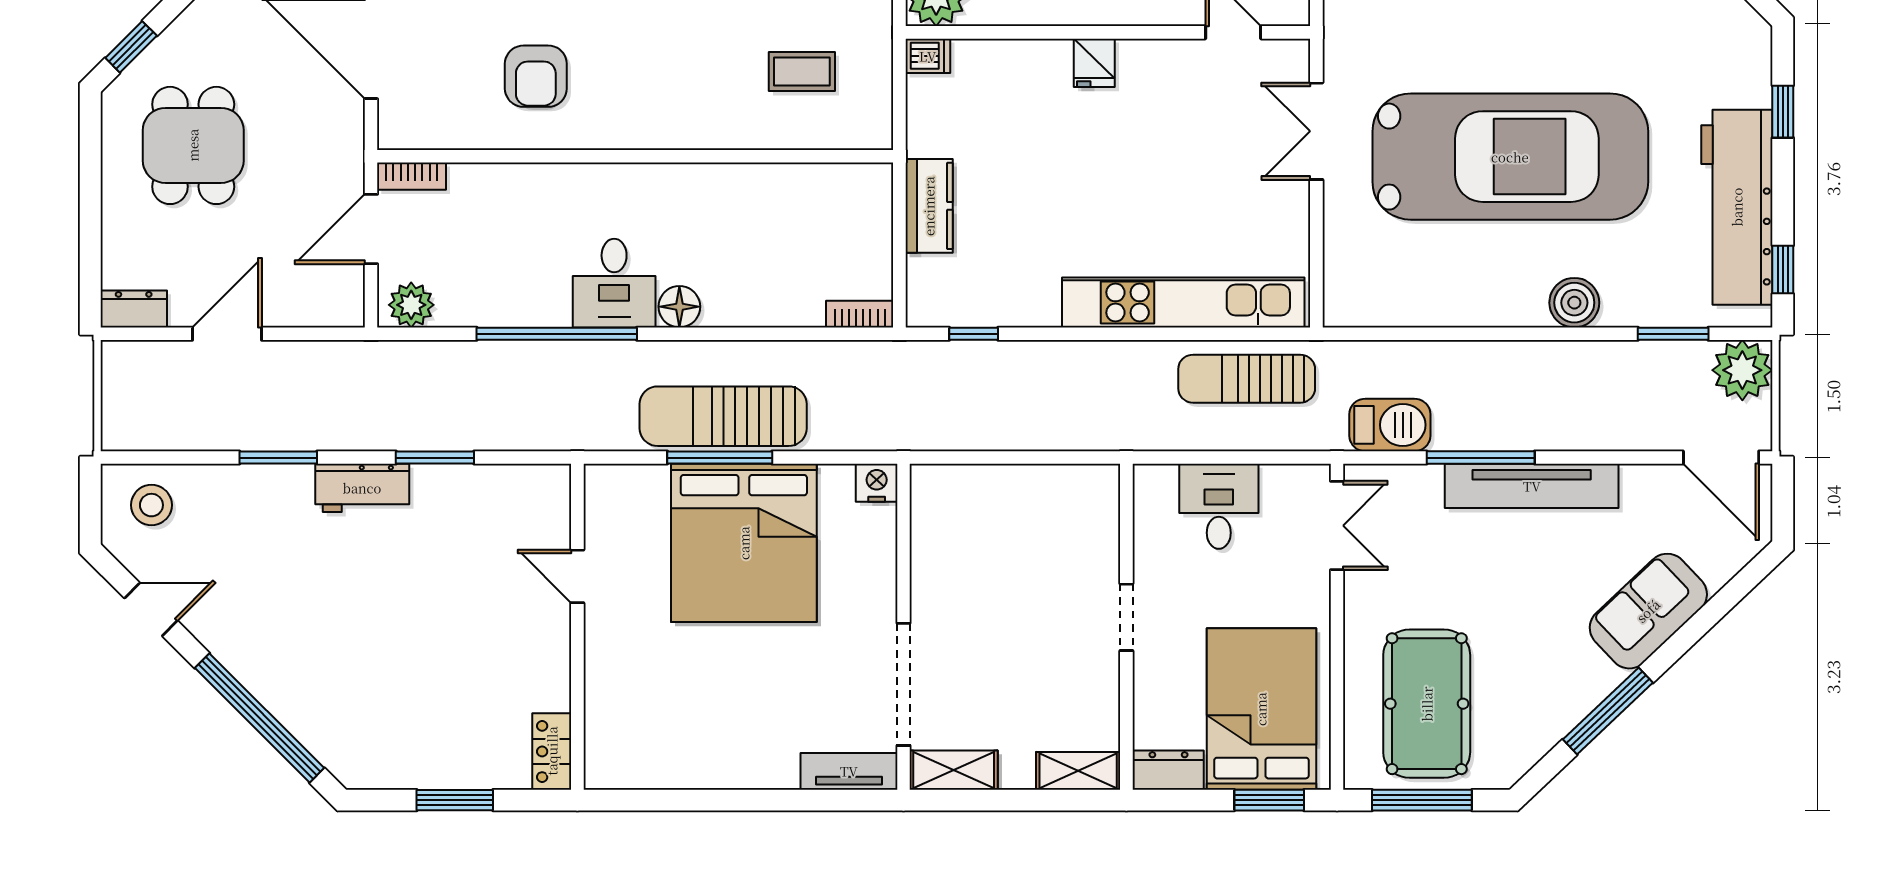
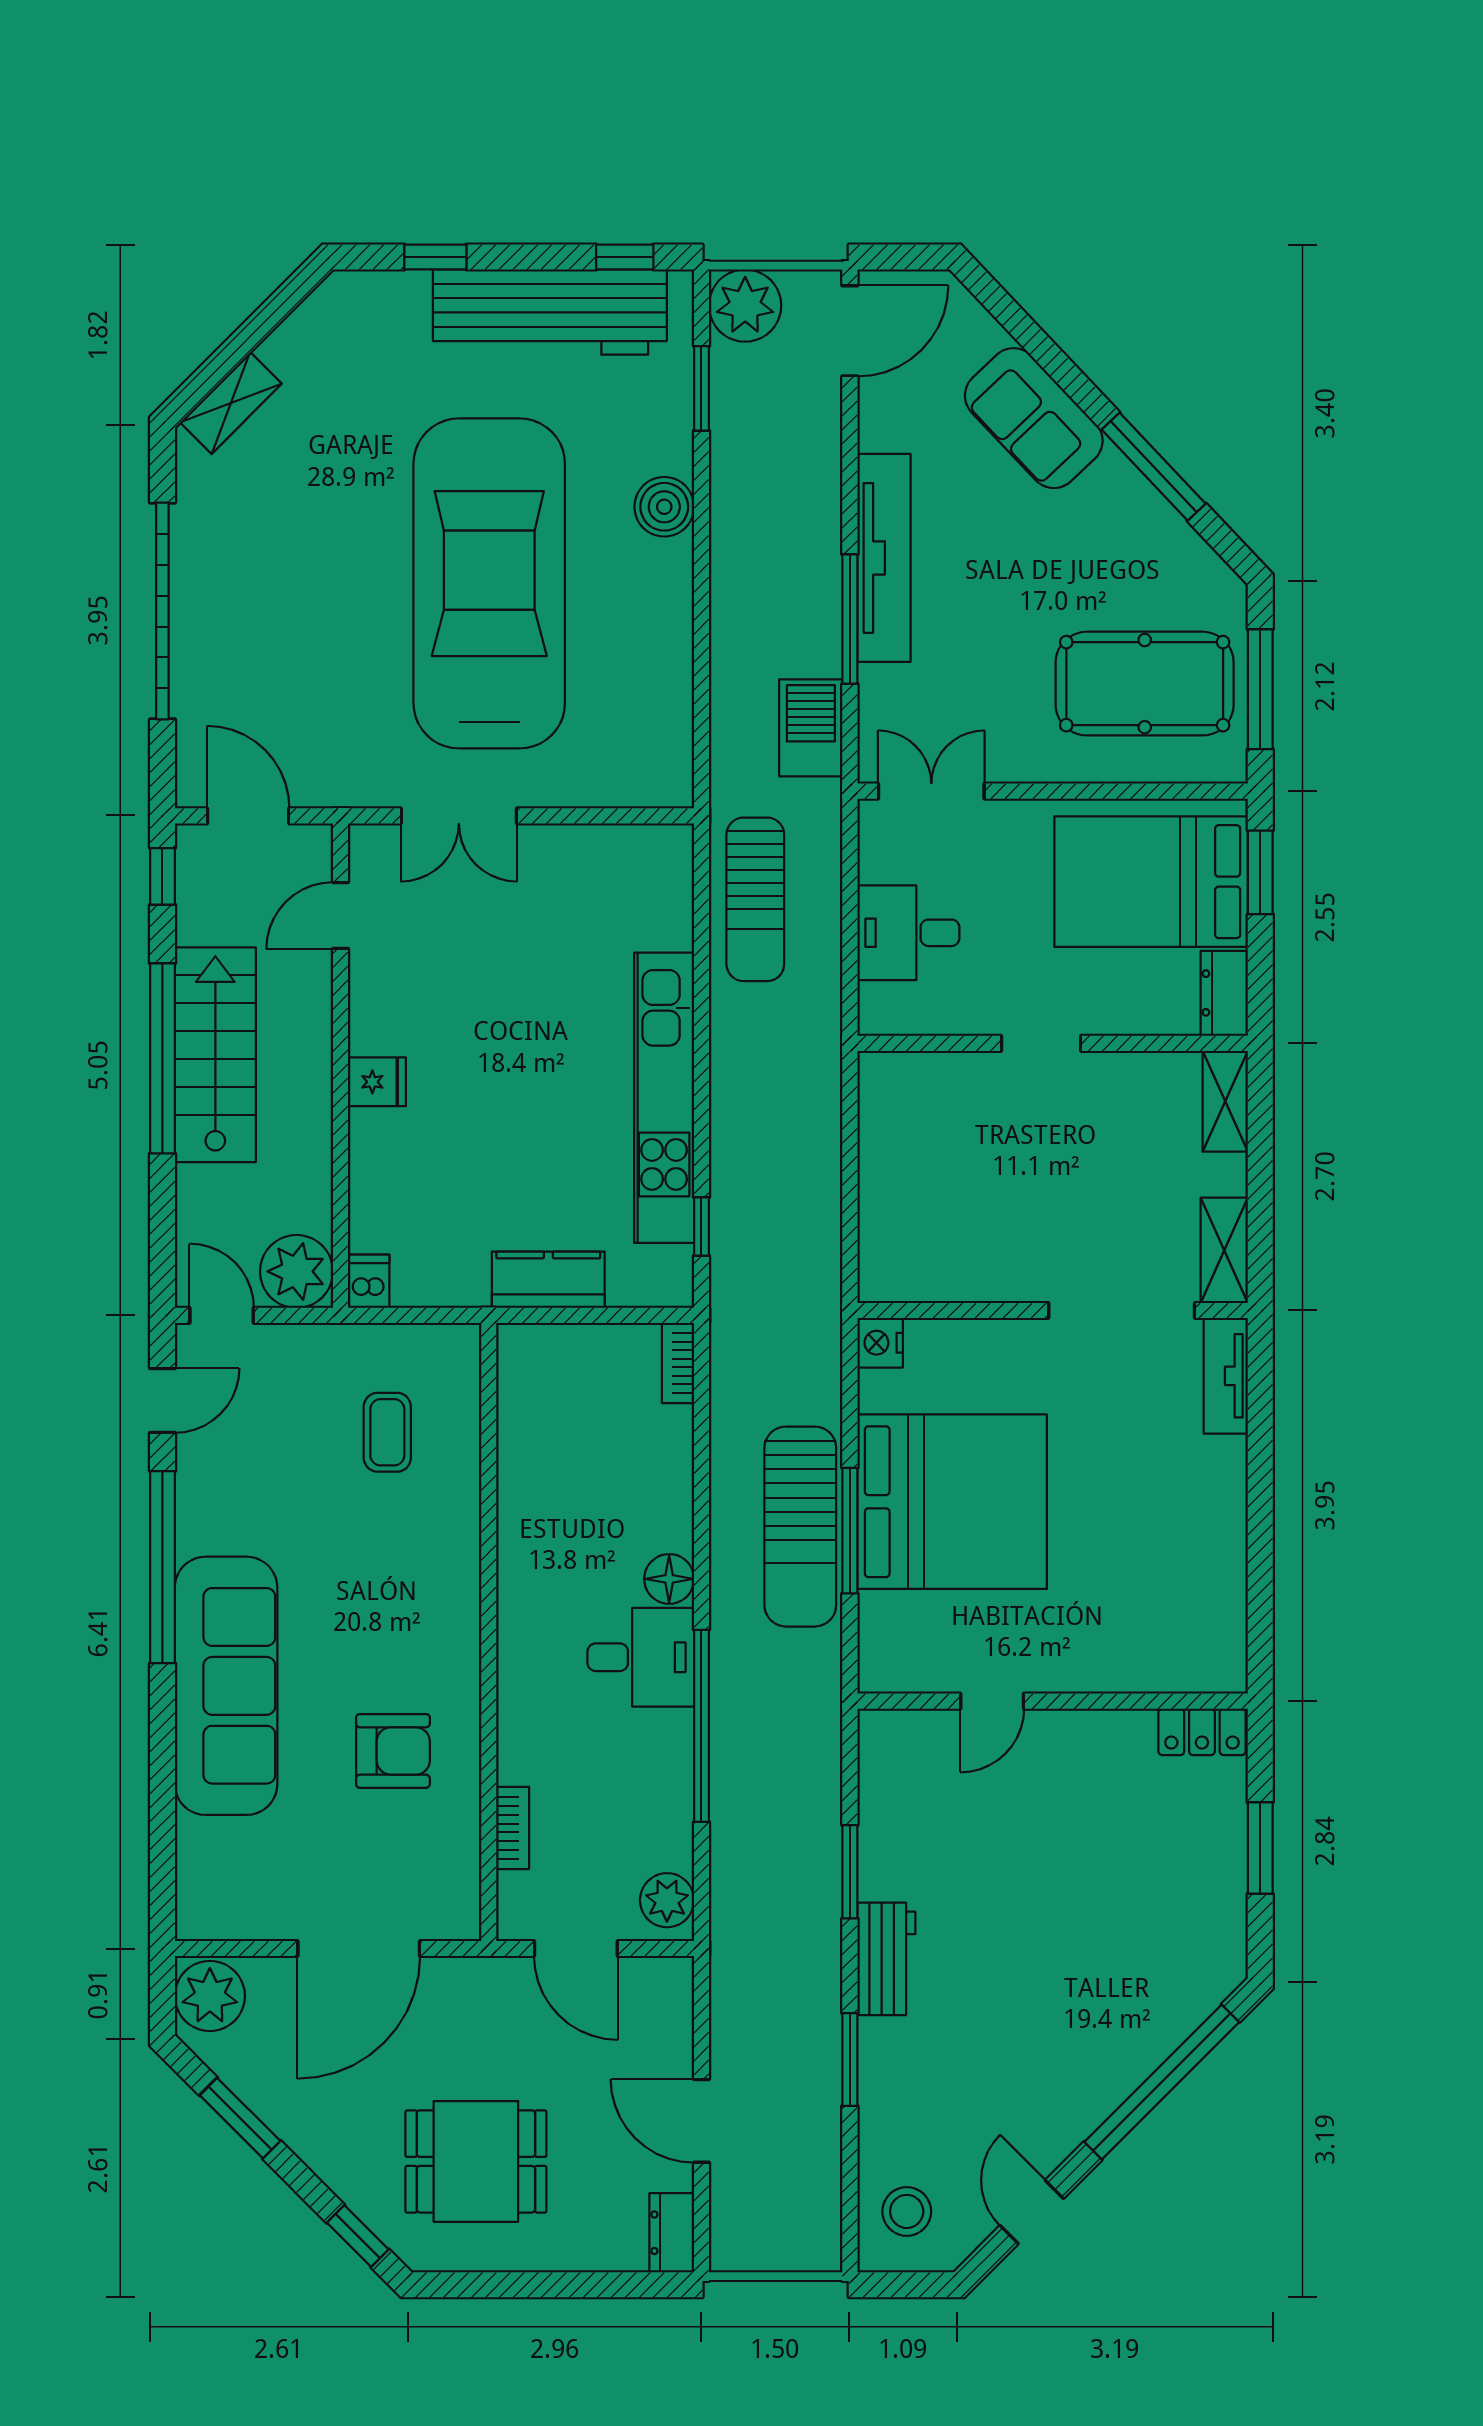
bookcase: (411, 176) -> (513, 1828), moved
kitchen unit: (1183, 302) -> (664, 1098), moved

